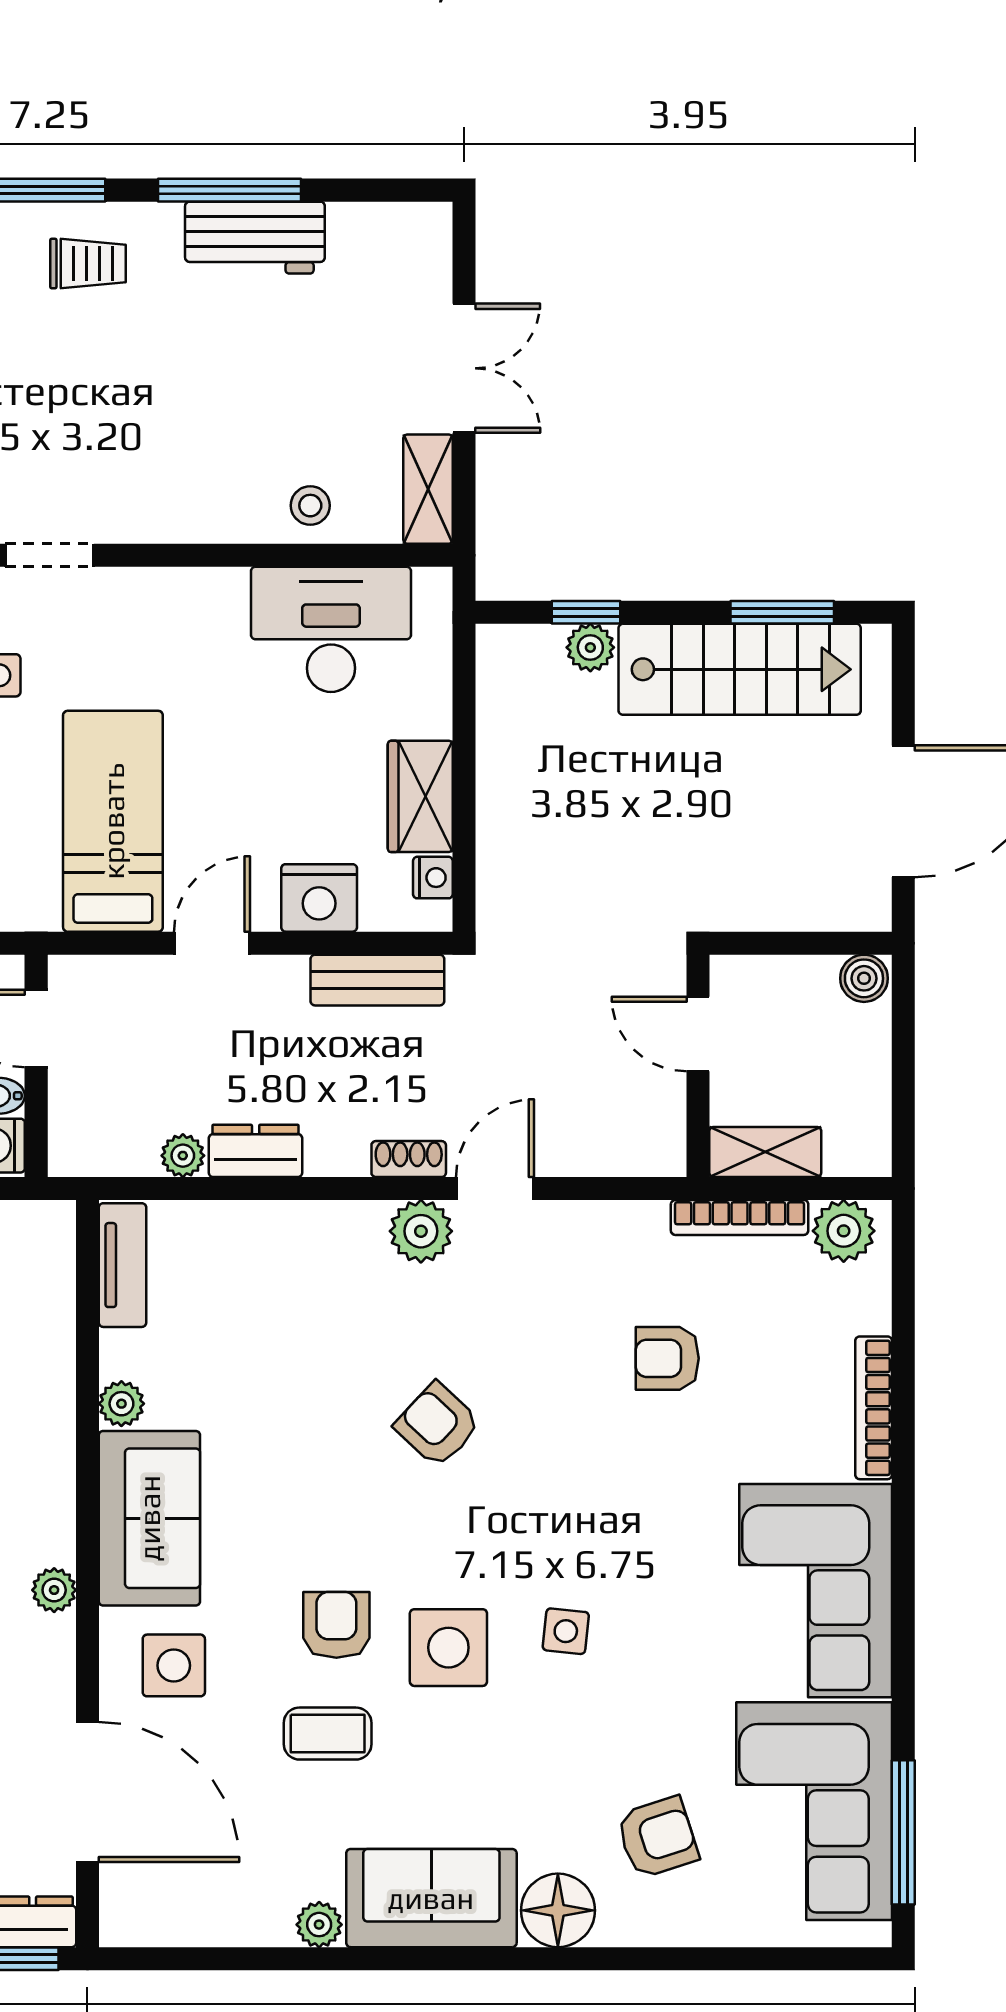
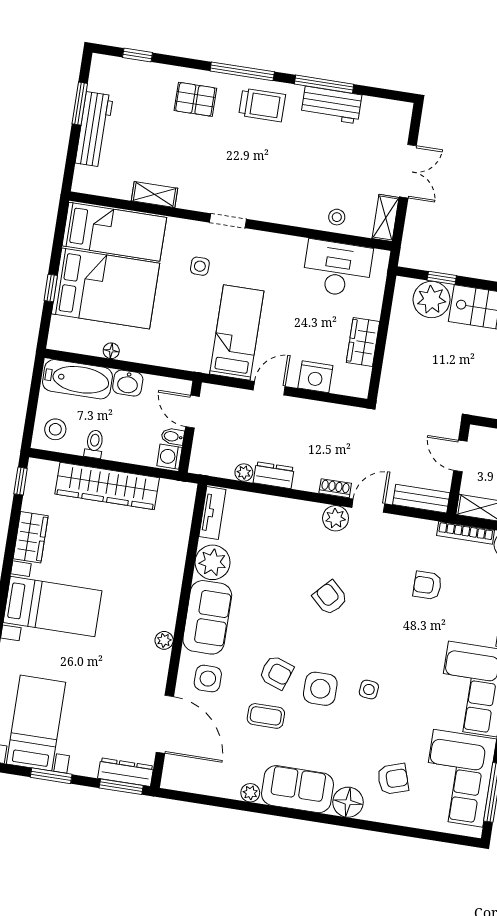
trolley: (88, 264) -> (262, 105), width x1.36, depth x1.39
plant: (590, 647) -> (431, 300), width x1.87, depth x1.87
nightstand: (433, 878) -> (363, 376), removed
bench: (377, 980) -> (421, 499), moved
plant: (121, 1404) -> (213, 562), width x1.88, depth x1.88
armchair: (336, 1625) -> (276, 672), turned 109

